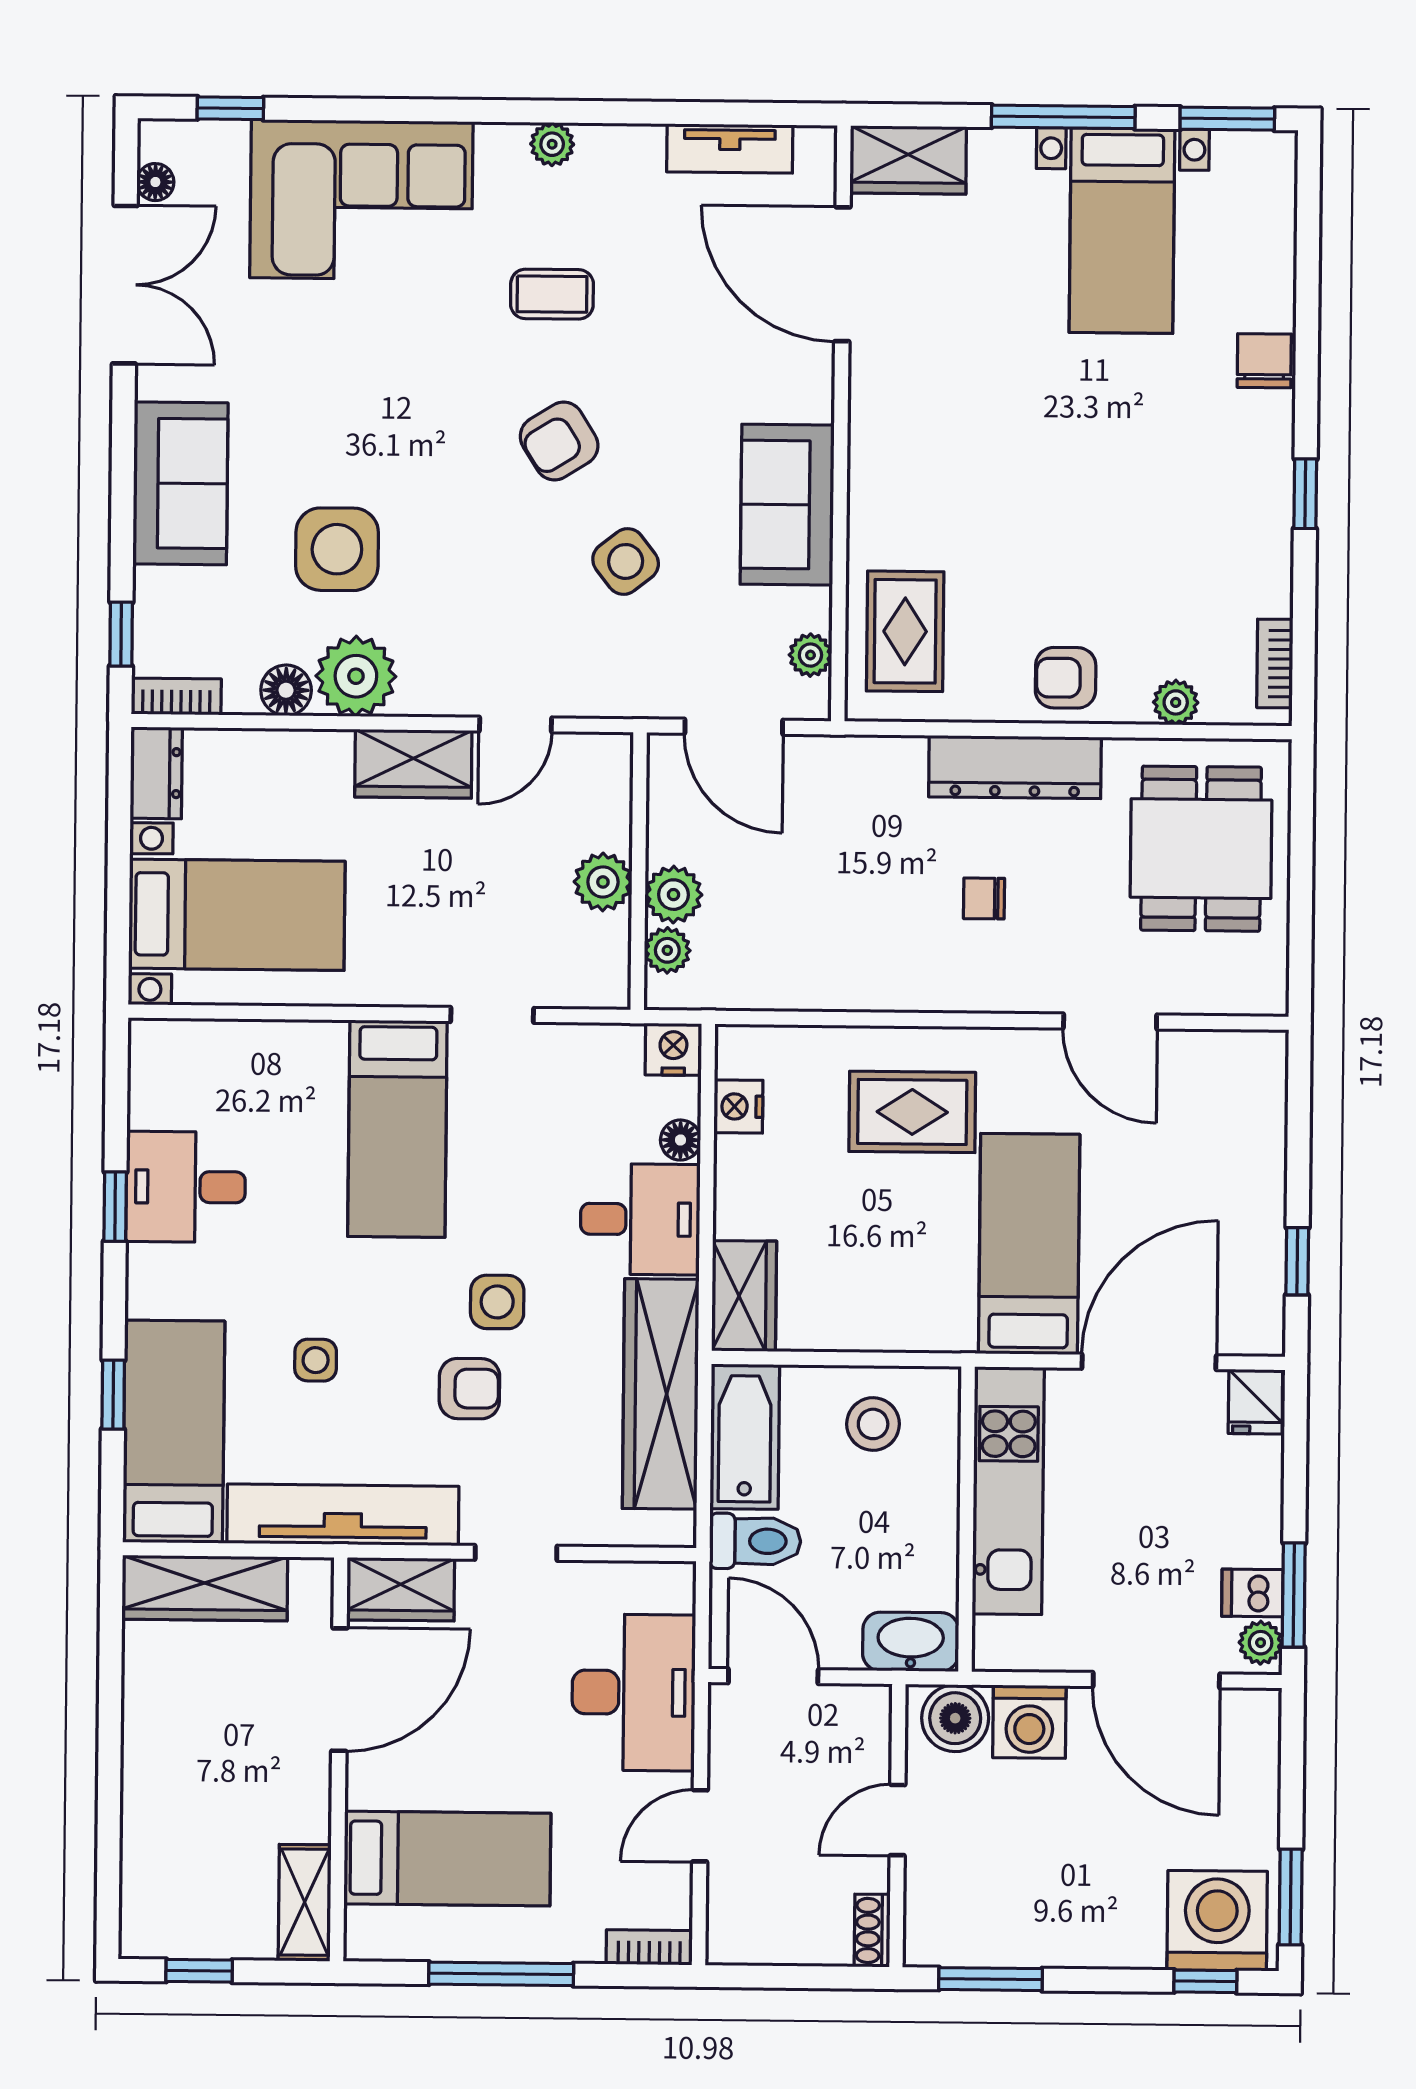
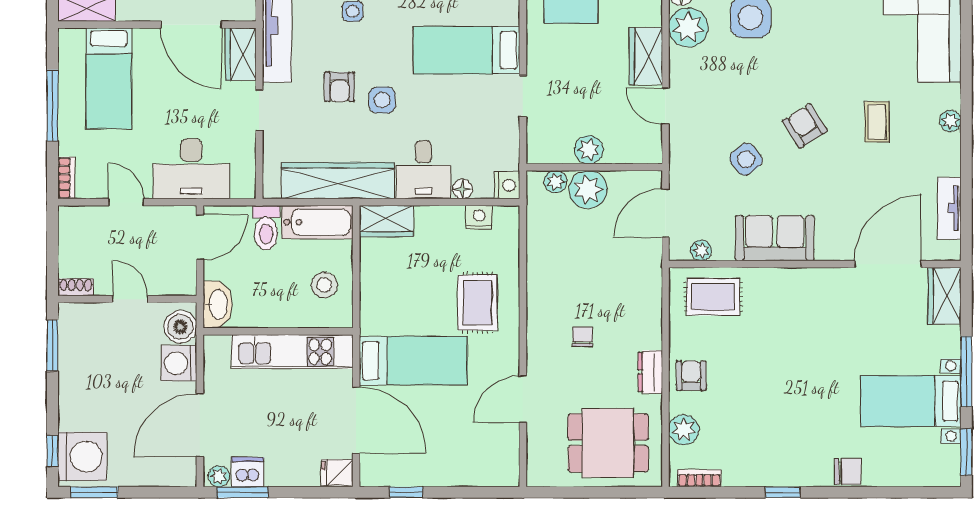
plant: (1176, 702) -> (684, 430), width x1.38, depth x1.38
dresser: (1015, 767) -> (650, 372), width x0.51, depth x0.80
plant: (674, 895) -> (588, 190), width x1.36, depth x1.36
dishwasher: (1252, 1593) -> (248, 472), width x1.38

